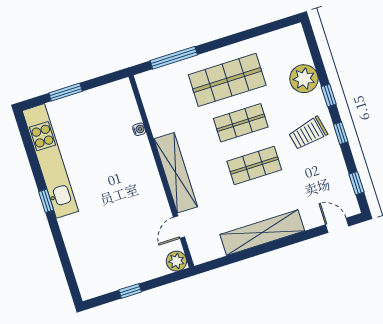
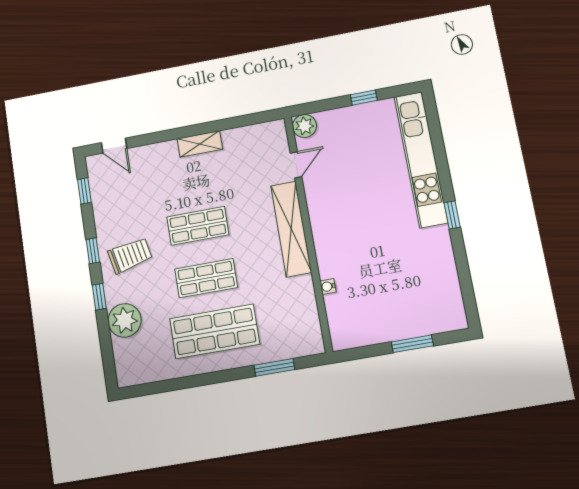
window: (174, 58) -> (274, 367), width x0.69
kitchen unit: (50, 161) -> (421, 159), moved
shelving: (262, 233) -> (200, 144), width x0.45, depth x0.75

